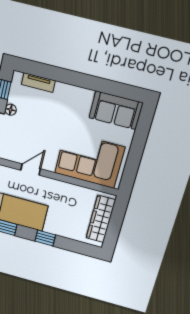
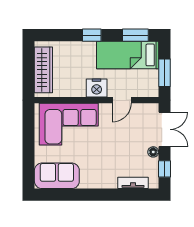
nightstand: (53, 188) -> (97, 88), added

